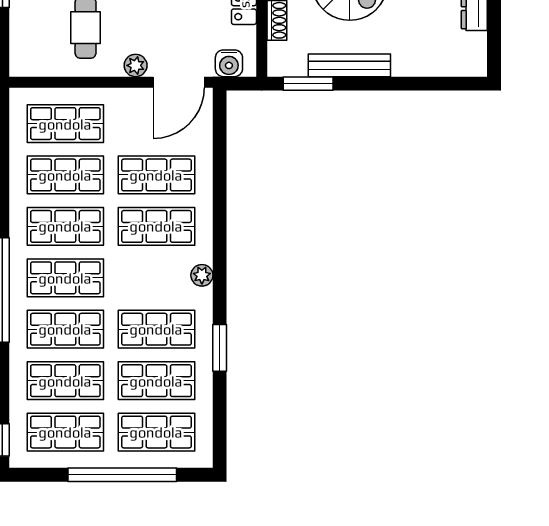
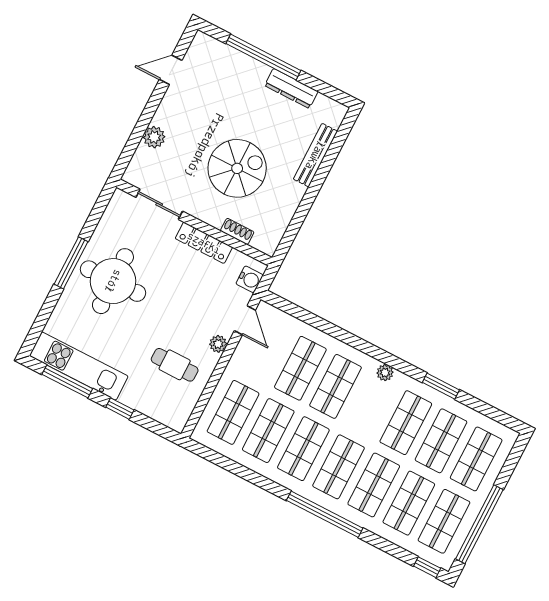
bench: (349, 65) -> (315, 155), moved
door: (179, 82) -> (245, 320), width x0.73
window: (308, 84) -> (291, 232), removed
window: (122, 475) -> (479, 524), moved

